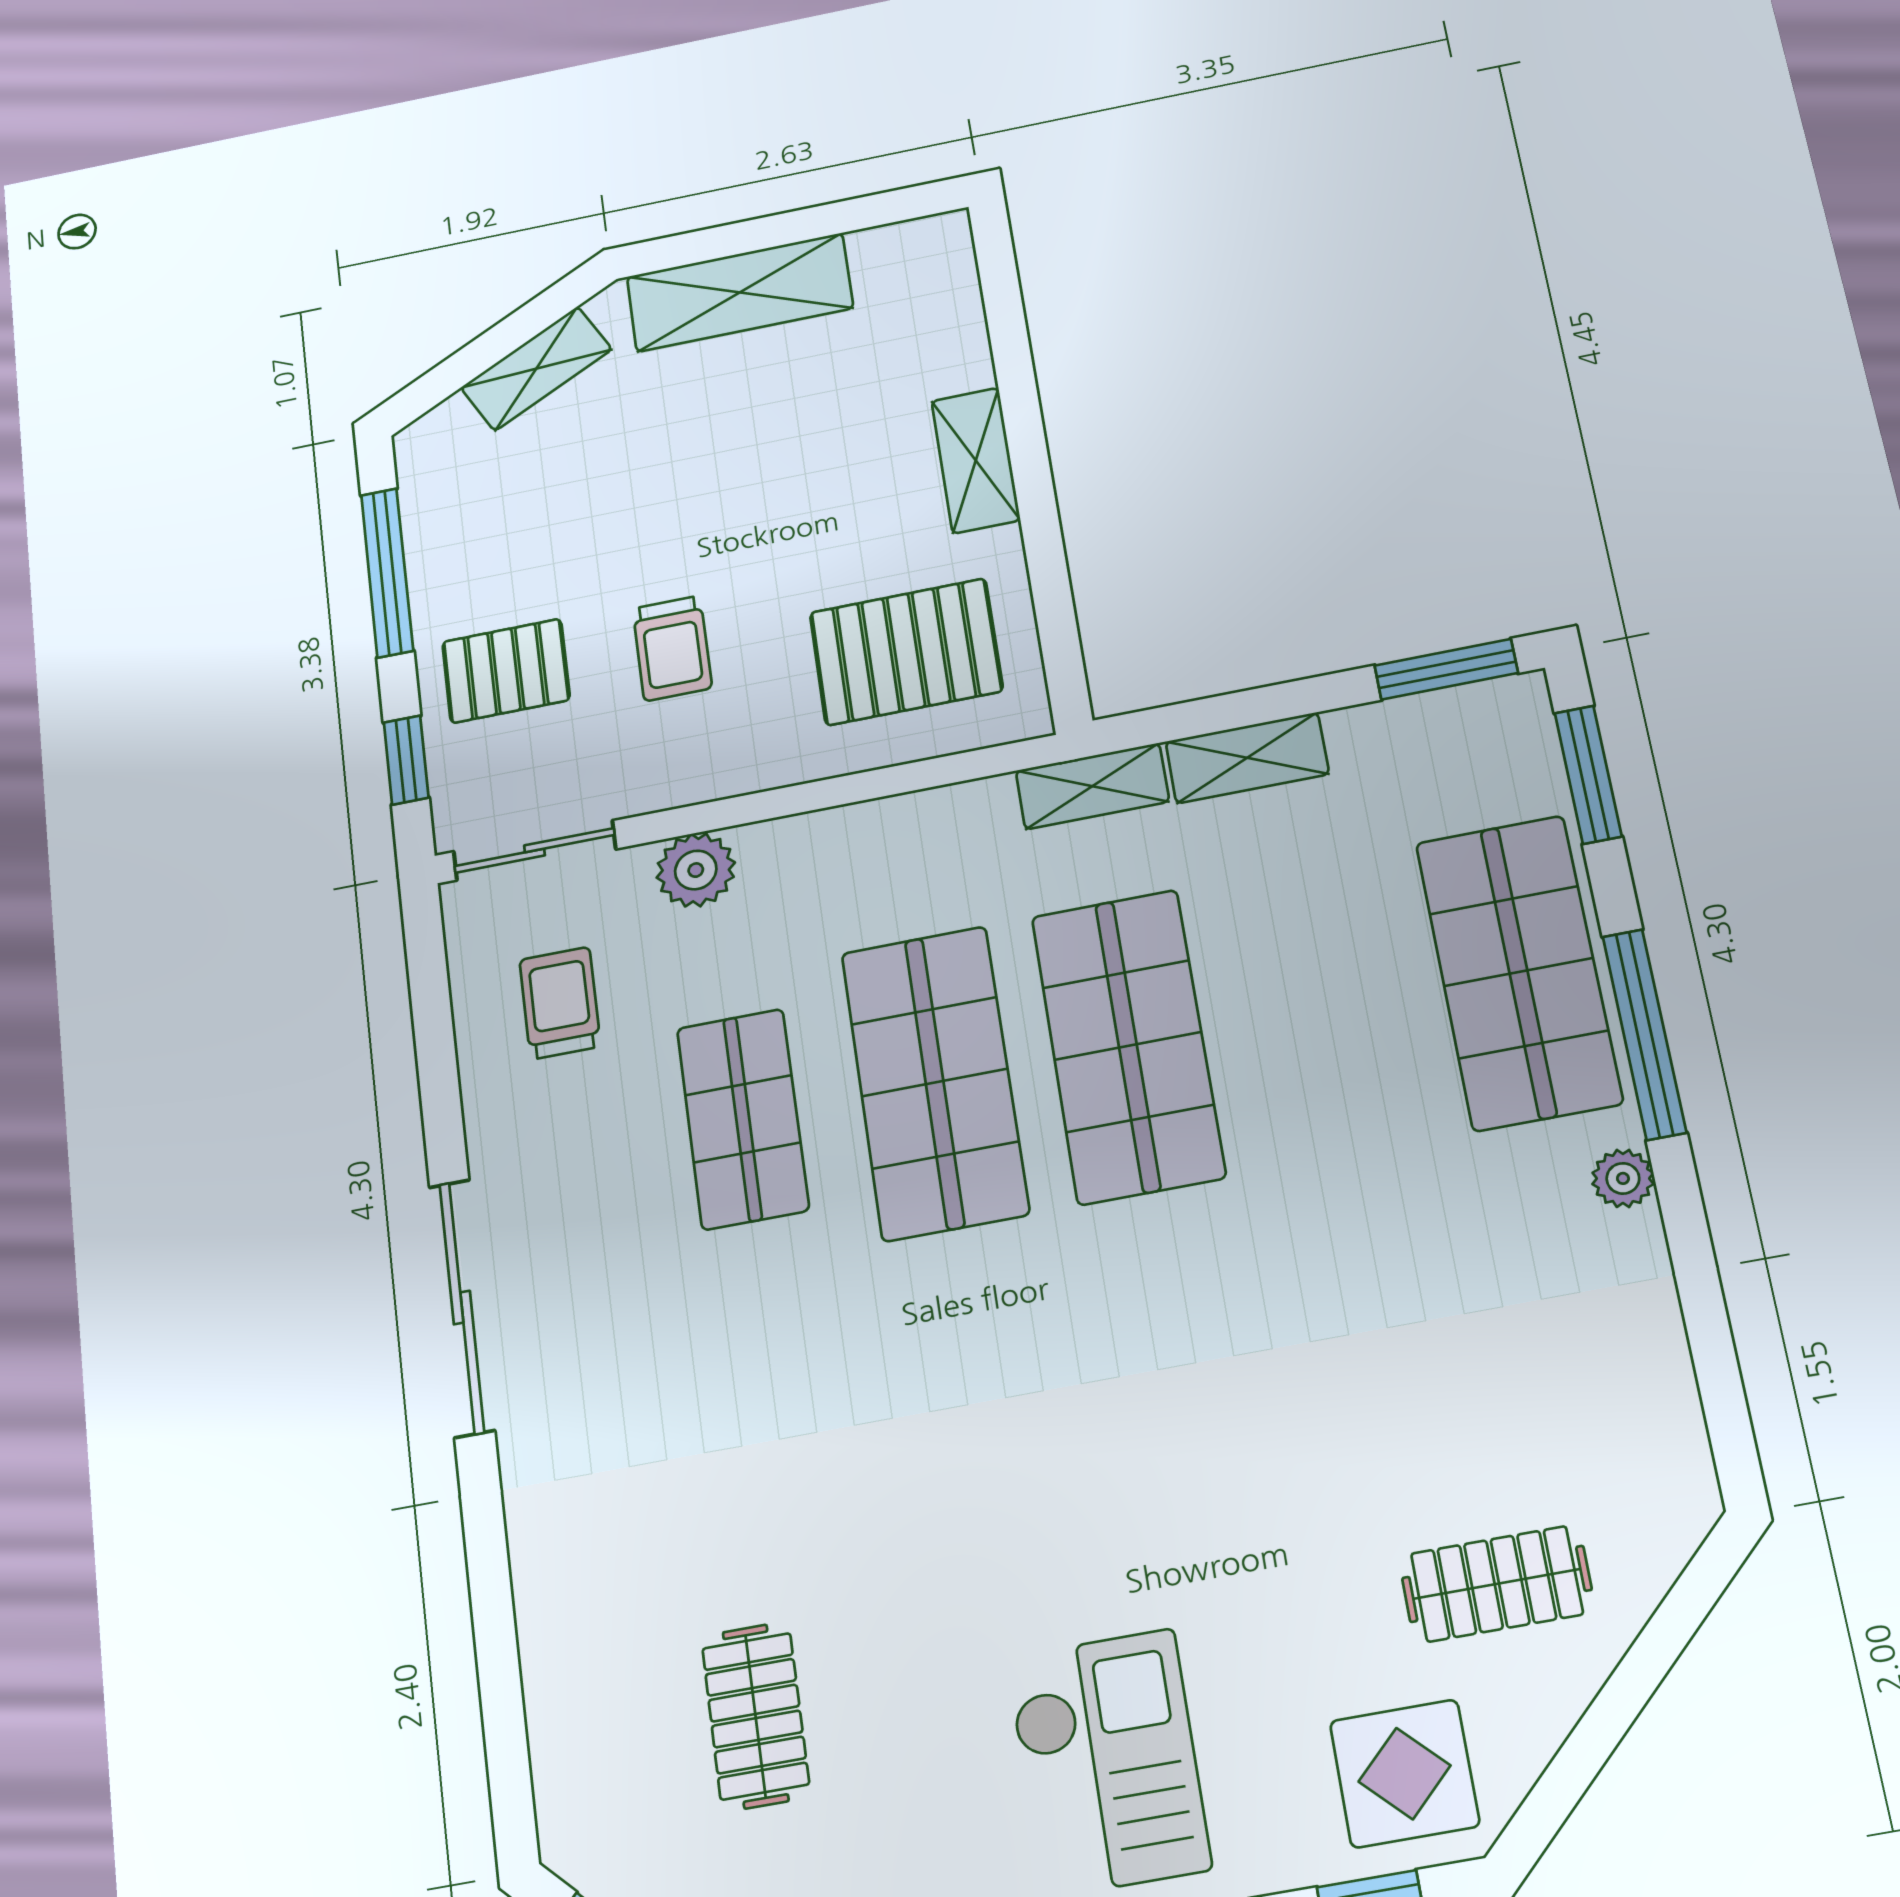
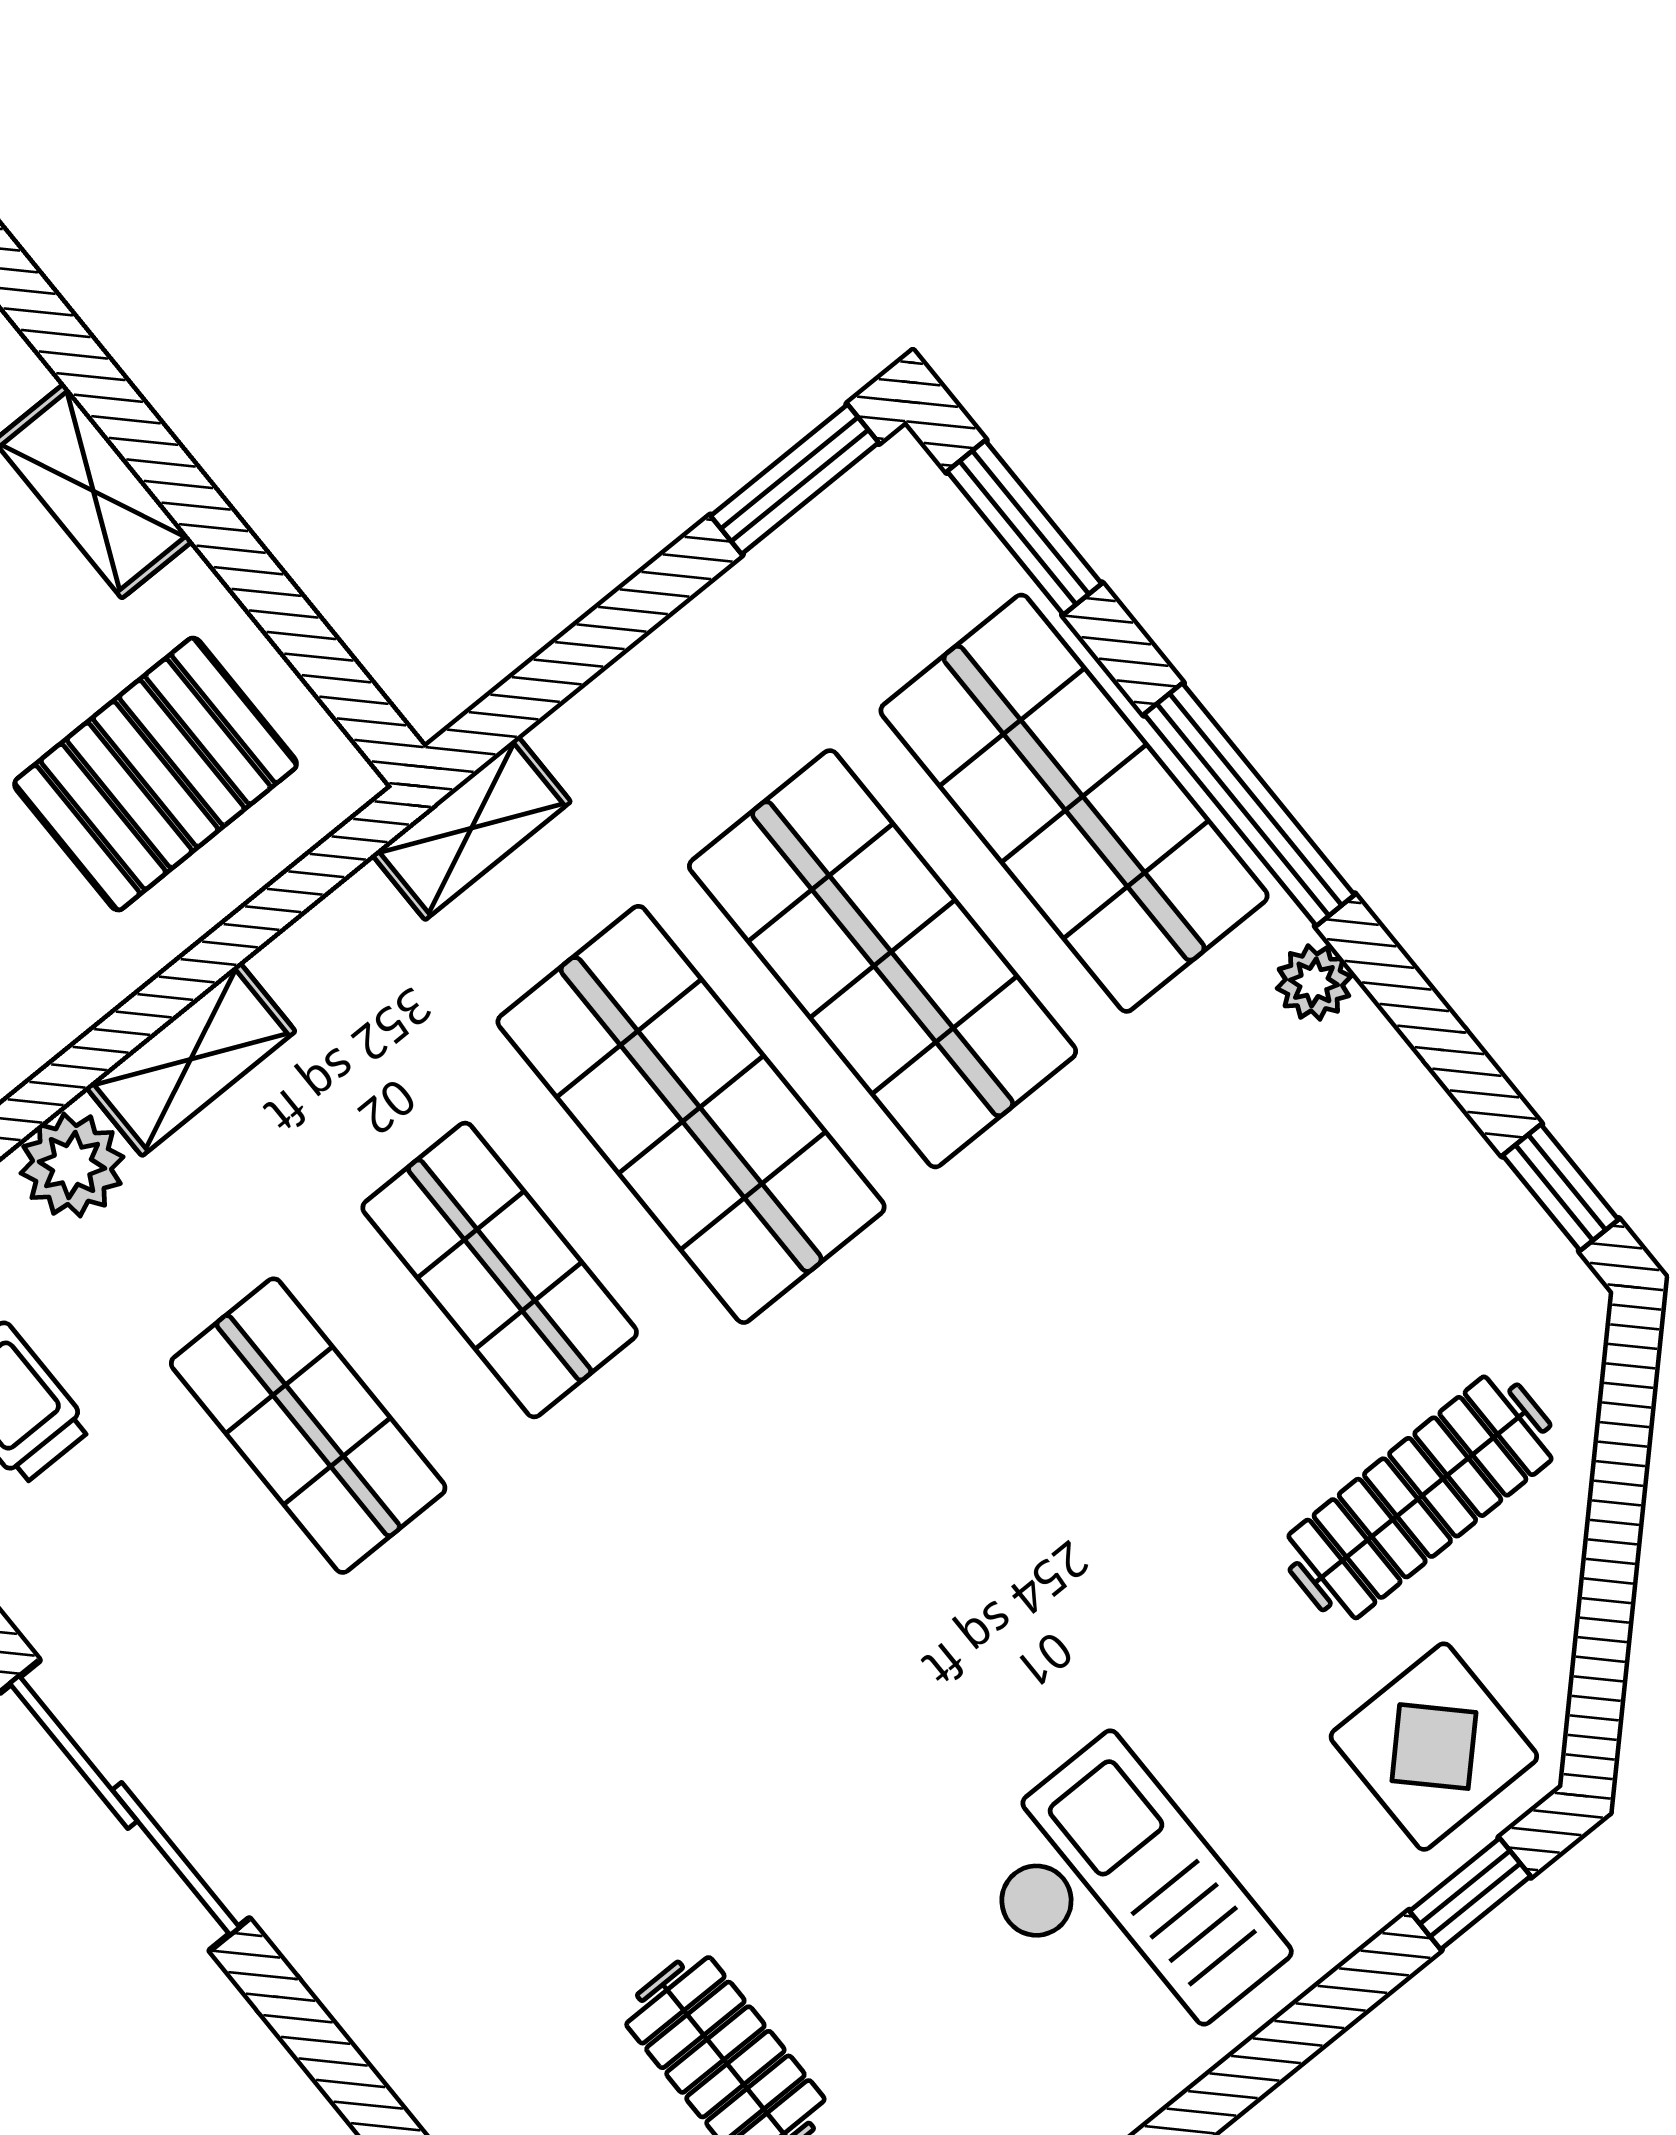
shelving: (1247, 758) -> (191, 1059), moved
shop shelf: (1322, 1009) -> (883, 959), added
shop shelf: (935, 1082) -> (500, 1270), width x0.70, depth x0.74
window: (1727, 1415) -> (1561, 1187), added
clothes rail: (1497, 1584) -> (1420, 1497), width x1.36

